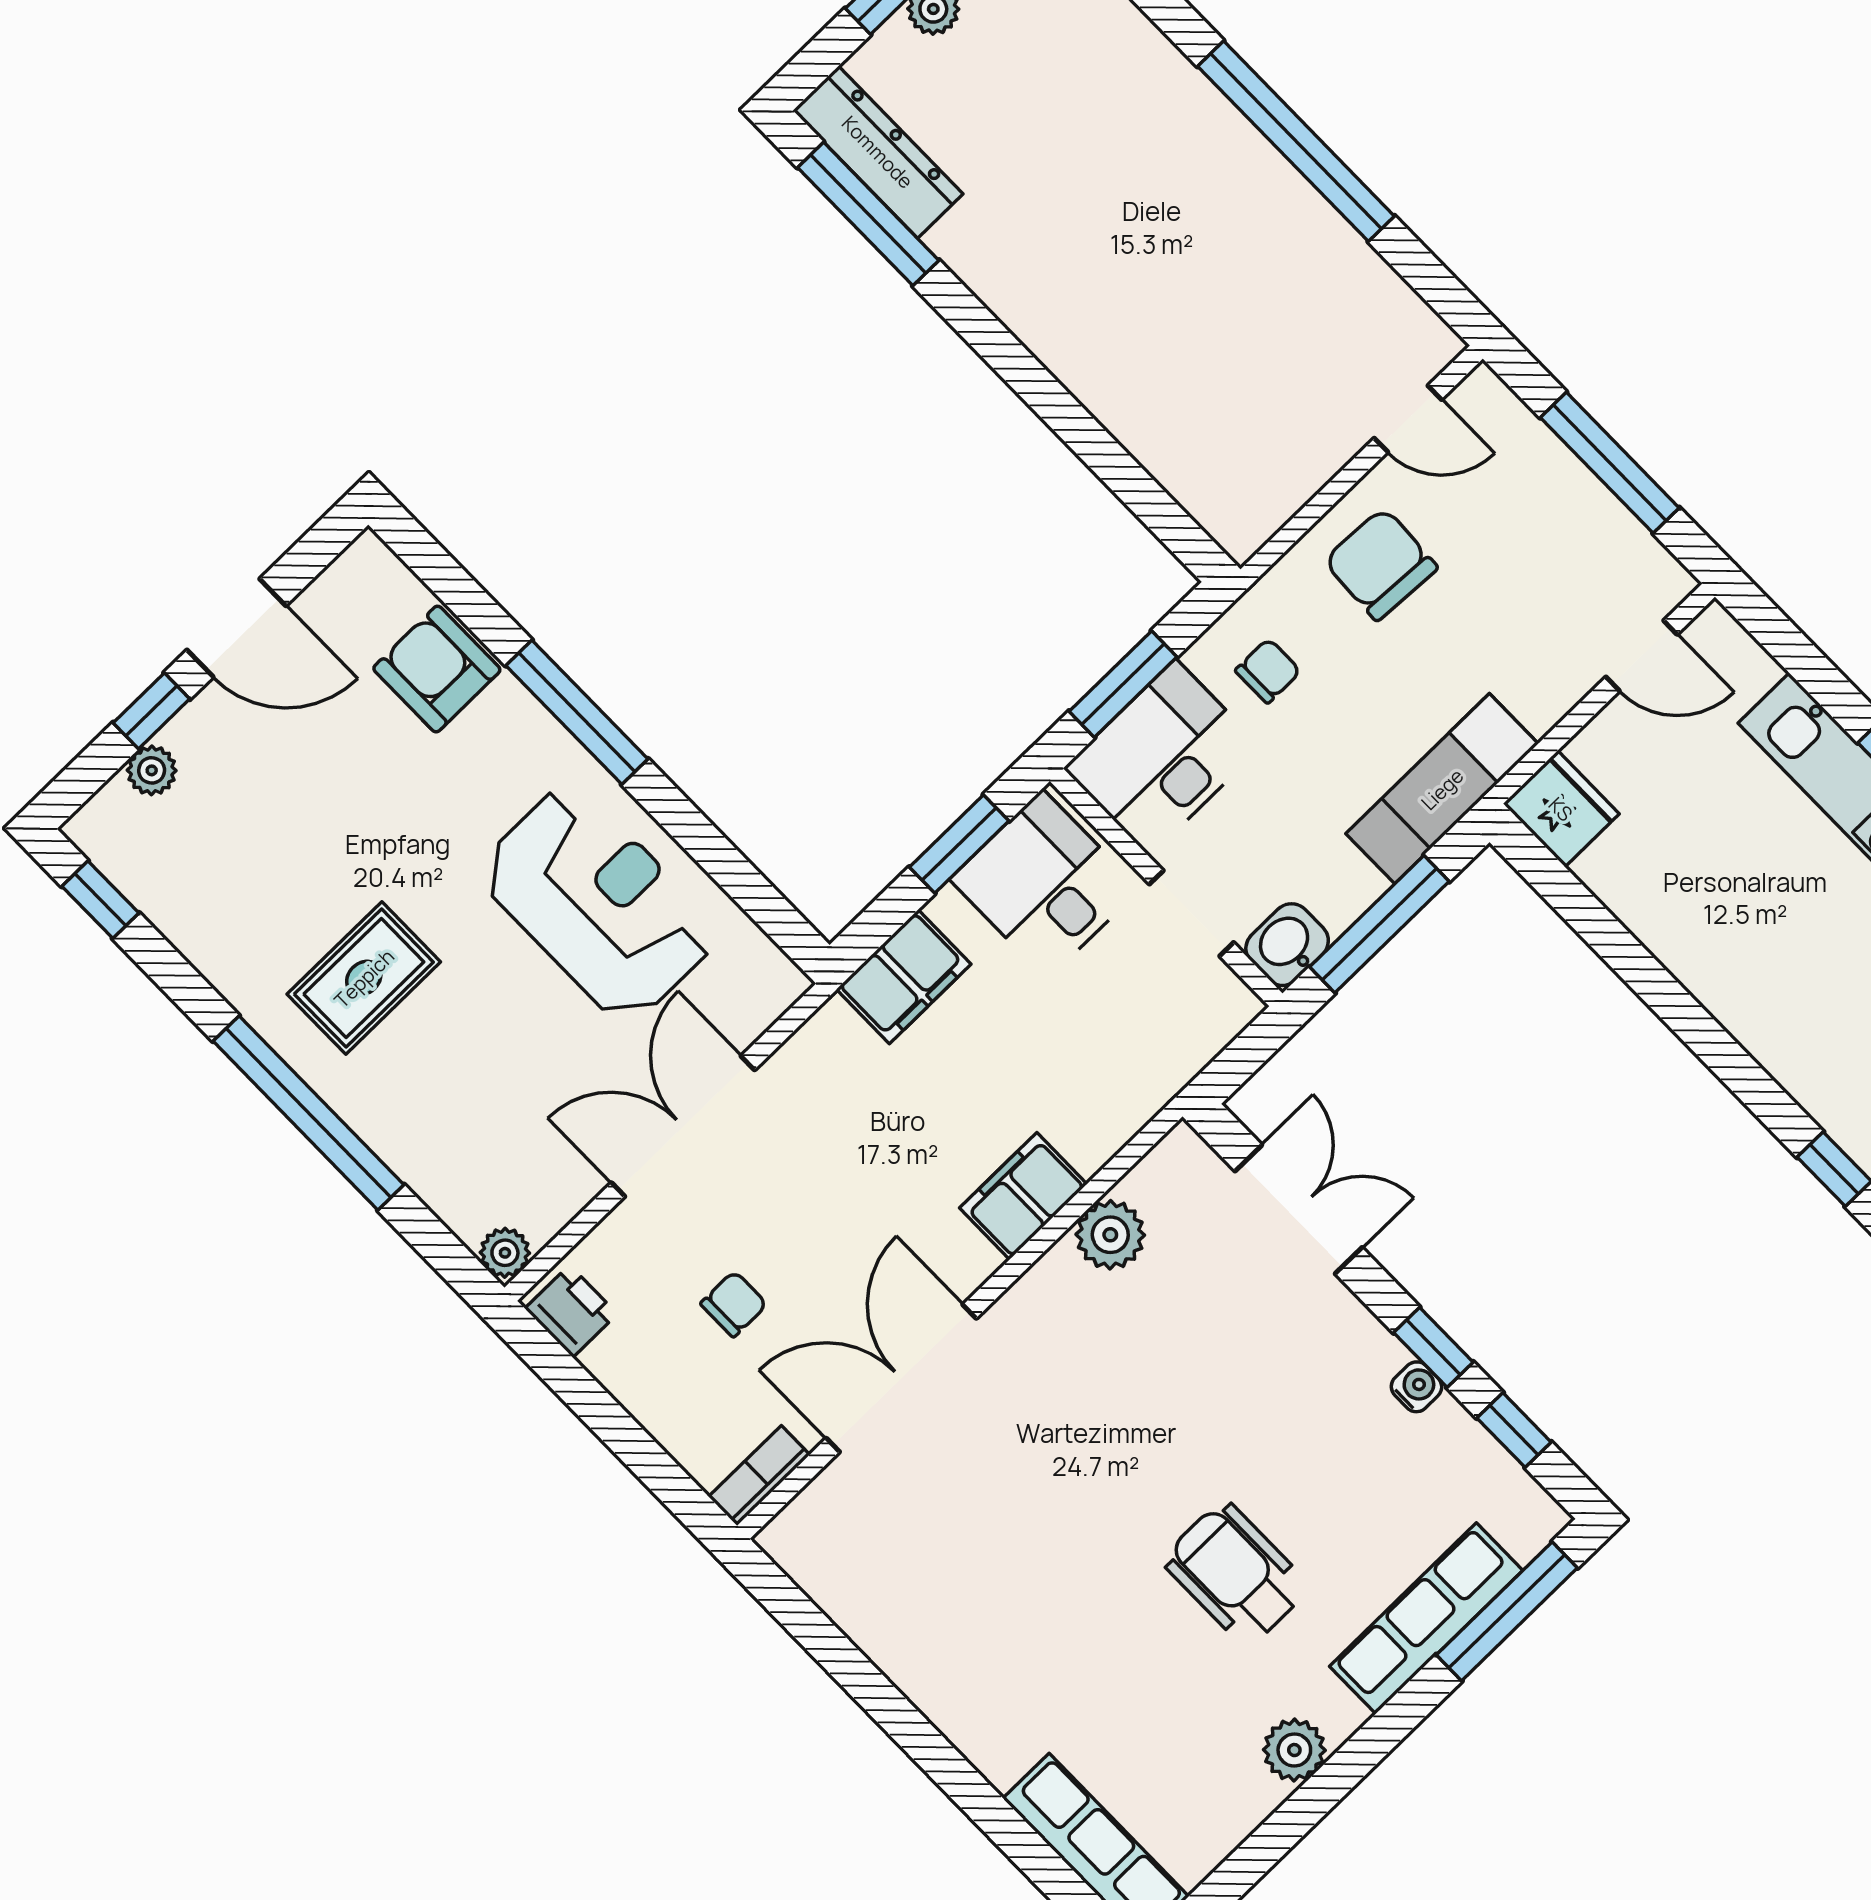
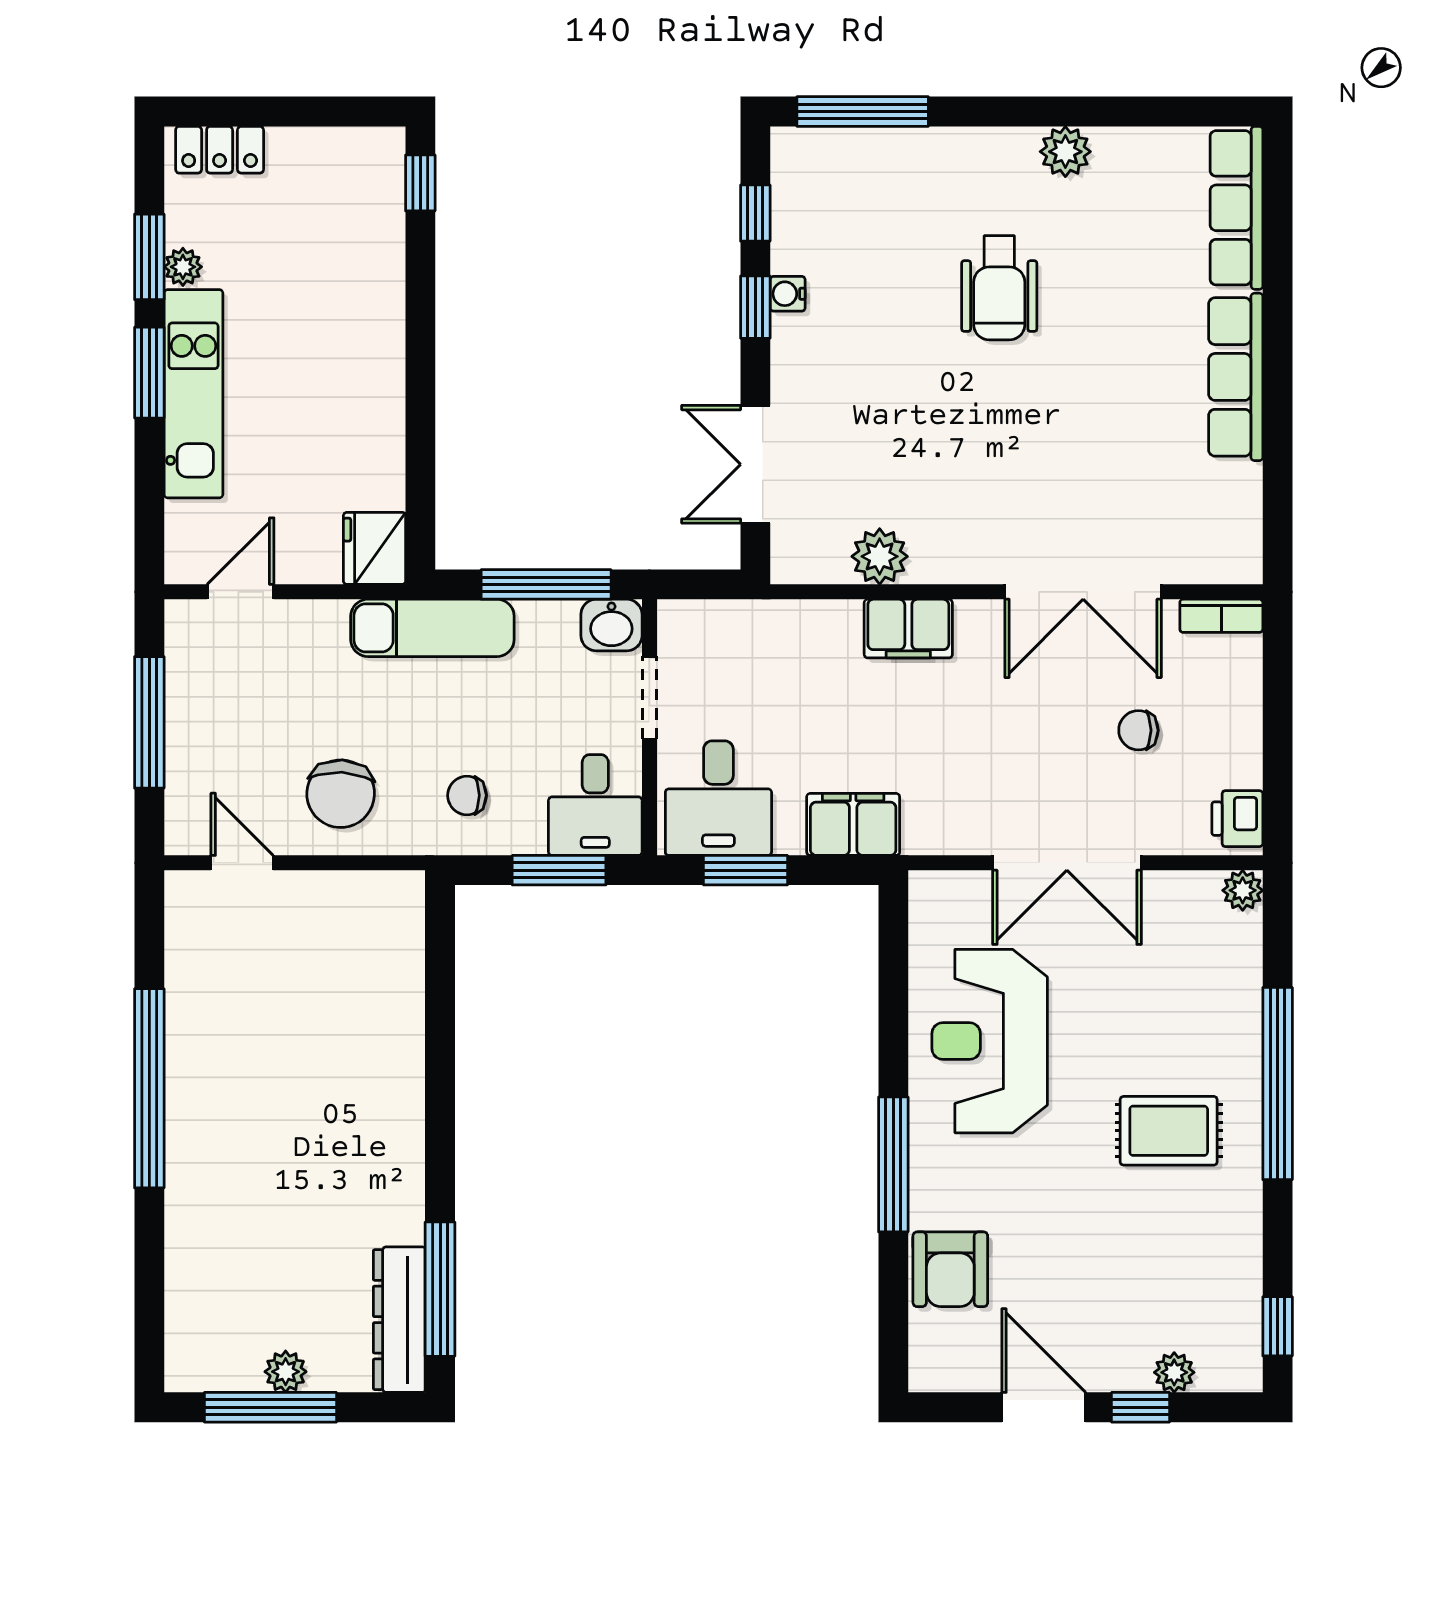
door: (1642, 656) -> (241, 592), hinge flipped
desk: (1162, 758) -> (595, 805), width x0.73
row of seats: (1426, 1618) -> (1236, 377), moved, turned 90

